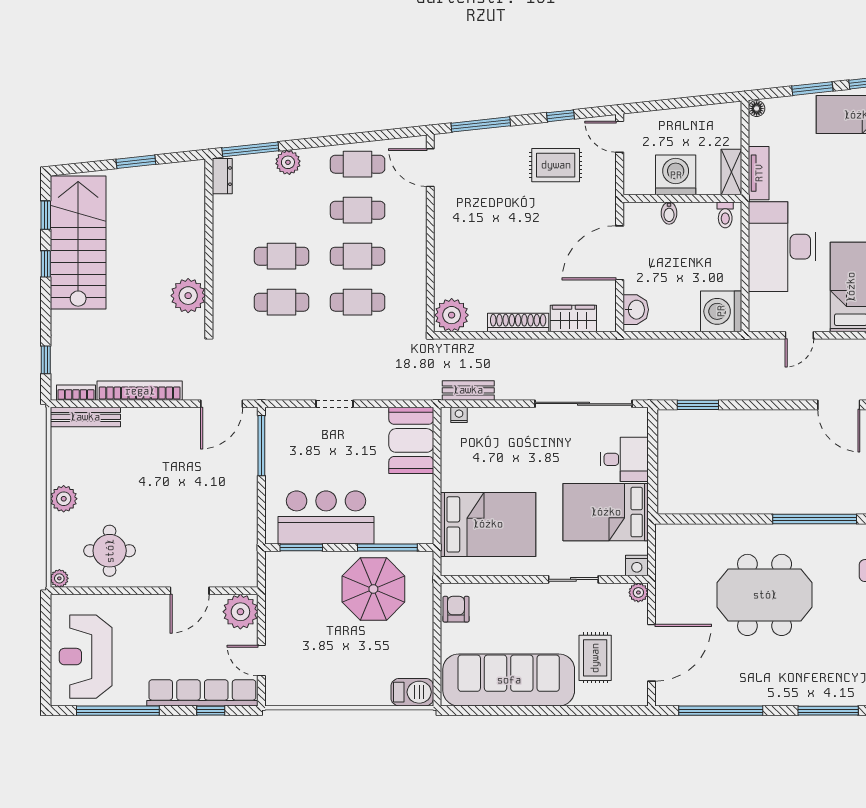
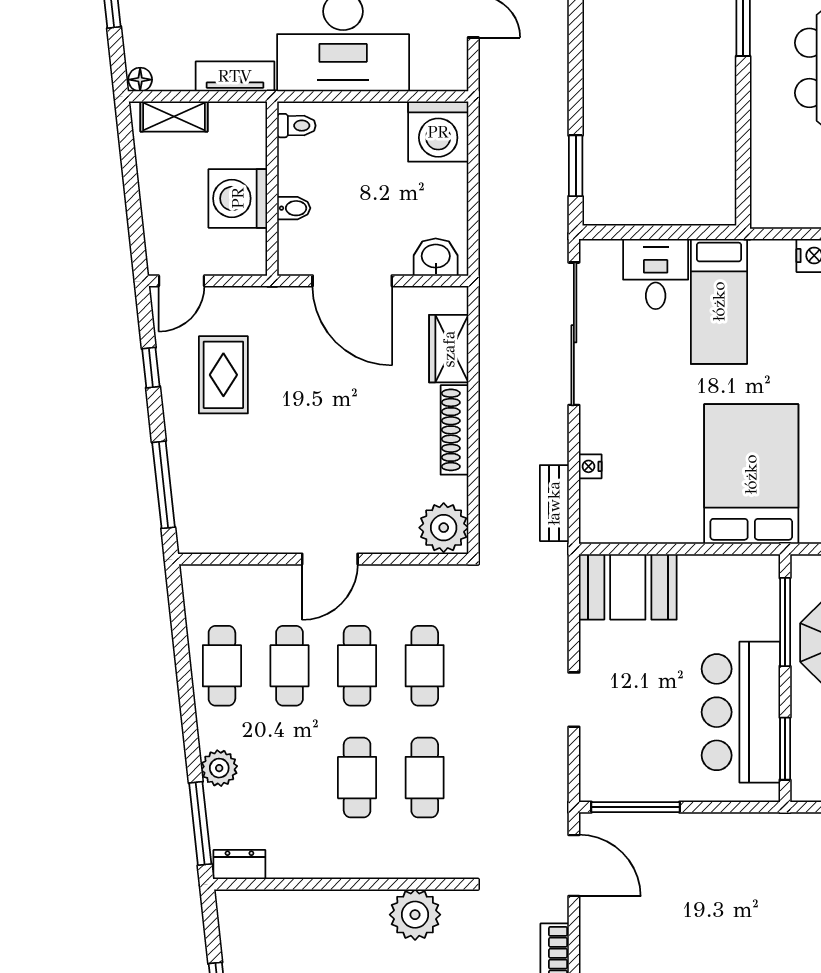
door: (430, 168) -> (330, 559), moved
shelving: (731, 172) -> (174, 117), moved
nightstand: (459, 415) -> (590, 466), moved
bed: (606, 512) -> (719, 301), width x0.67

